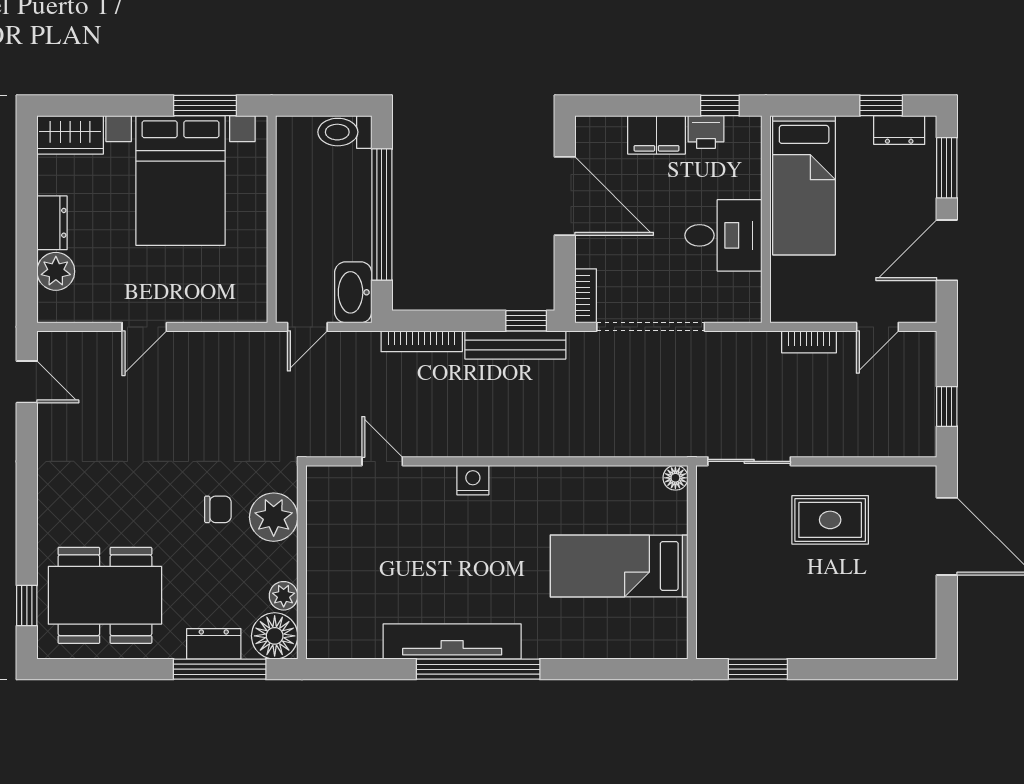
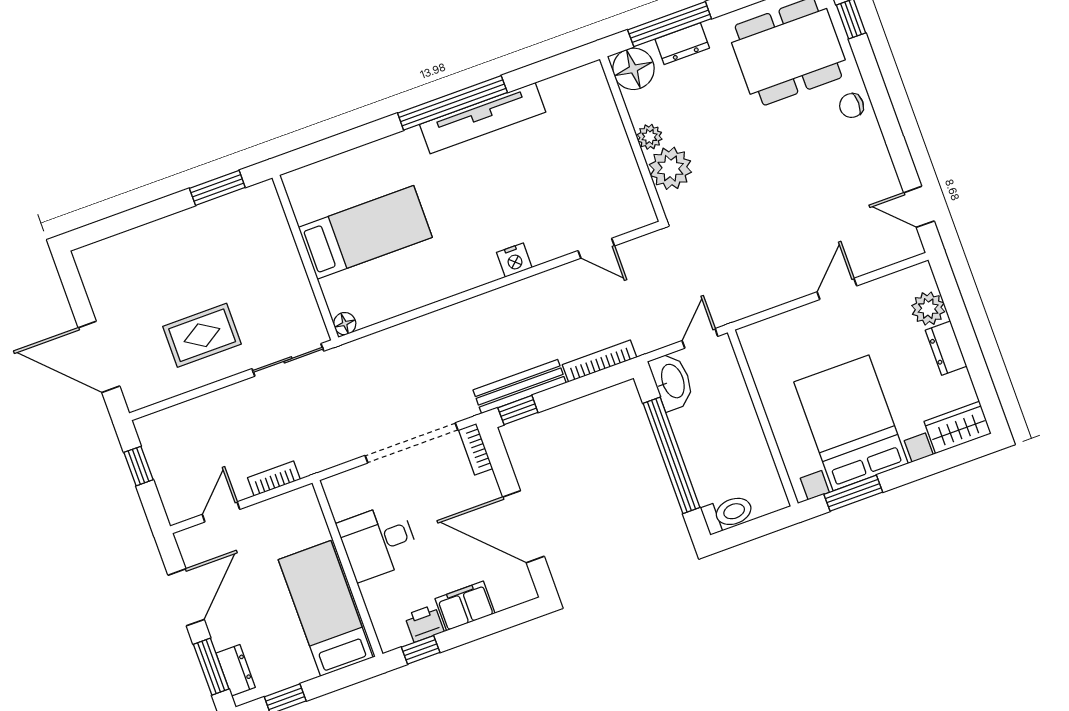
dresser: (899, 130) -> (236, 670), moved, turned 90
chair: (218, 509) -> (852, 106), moved
plant: (284, 596) -> (650, 137), moved

